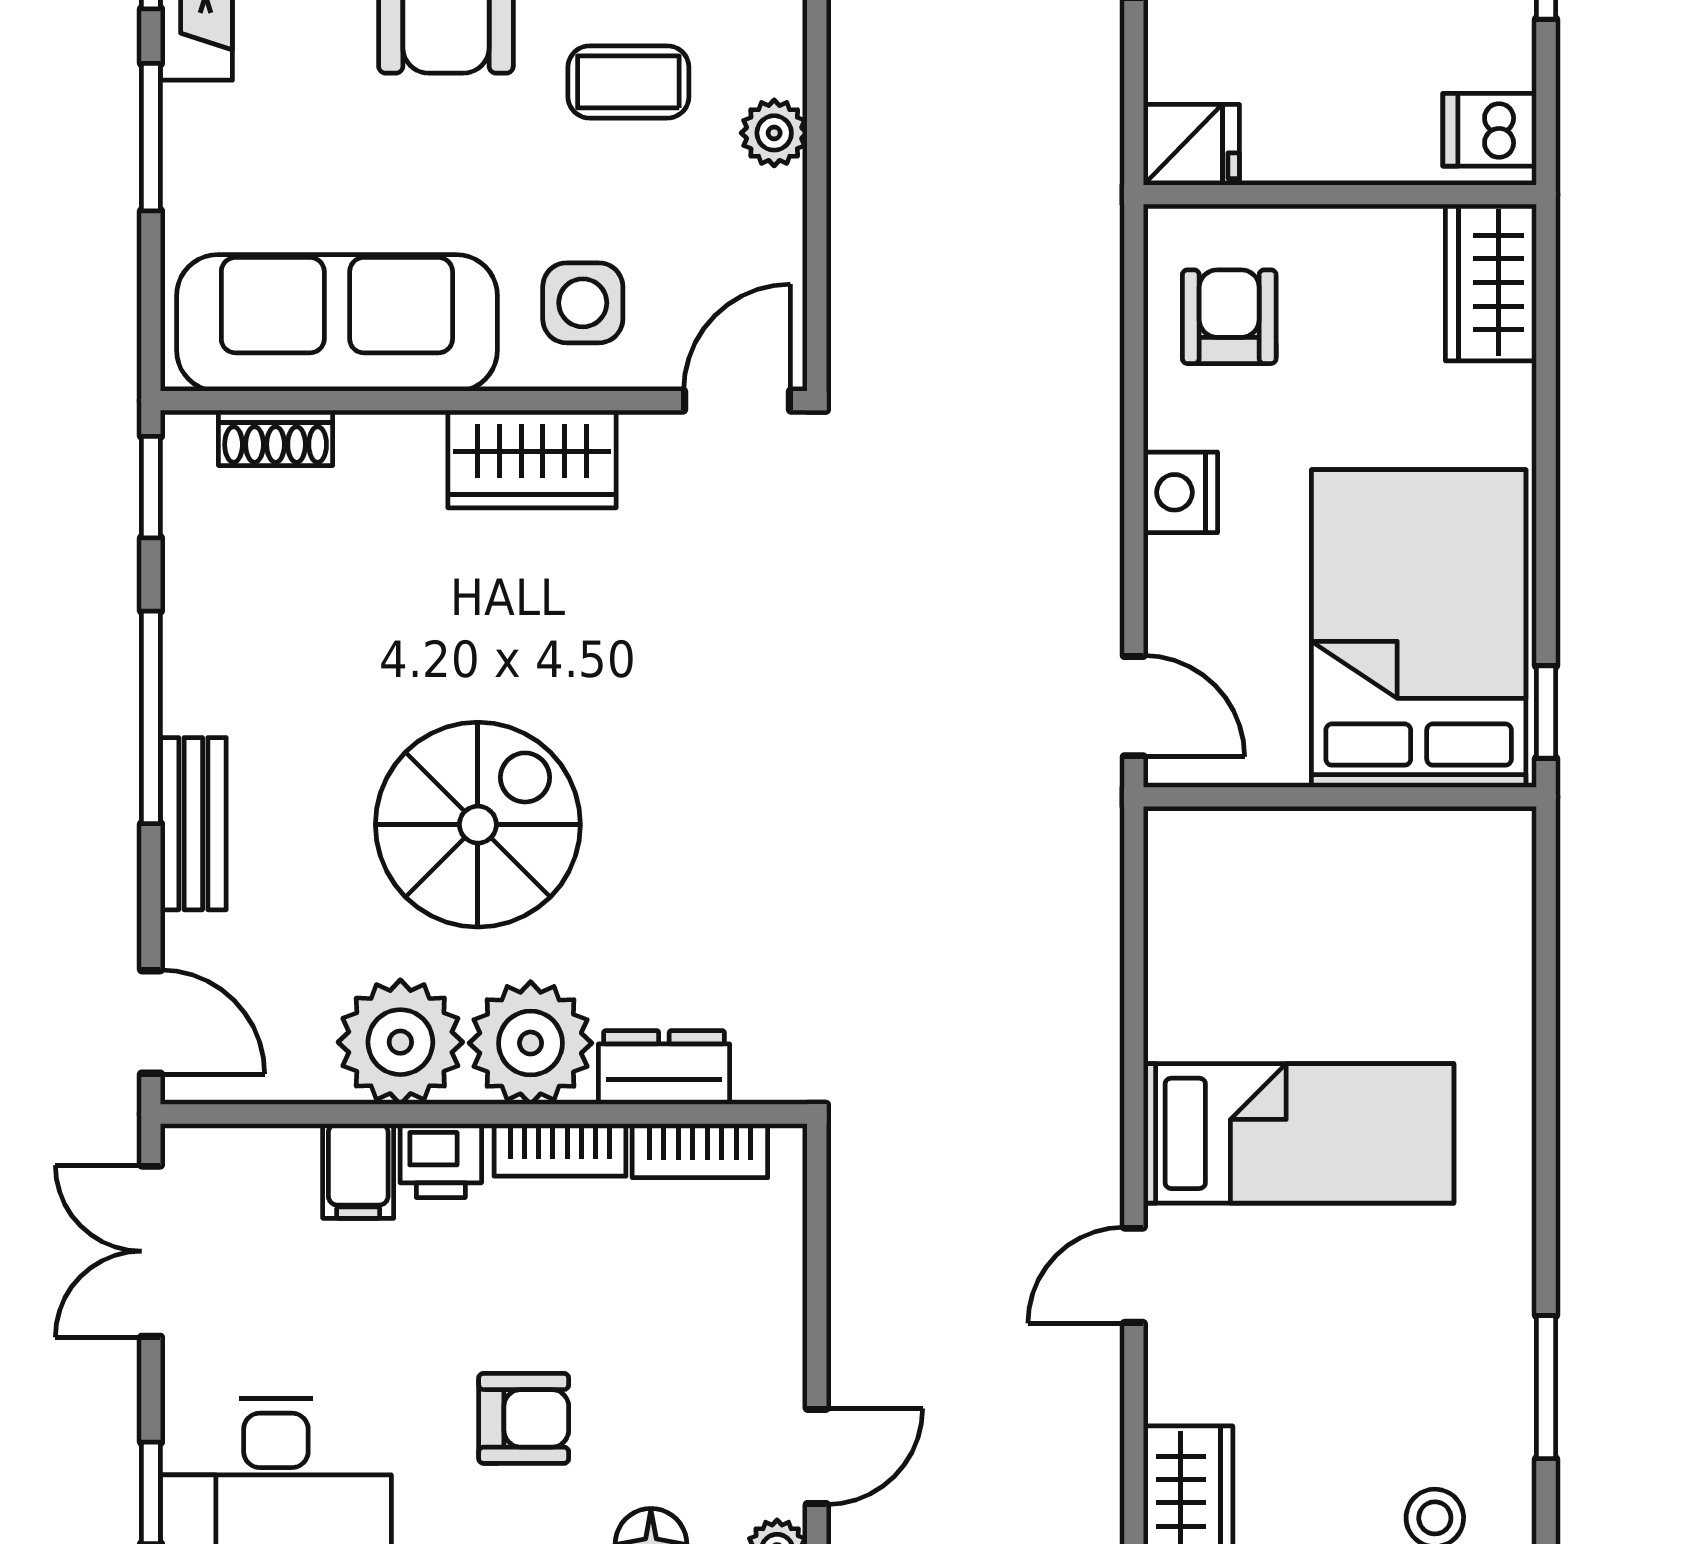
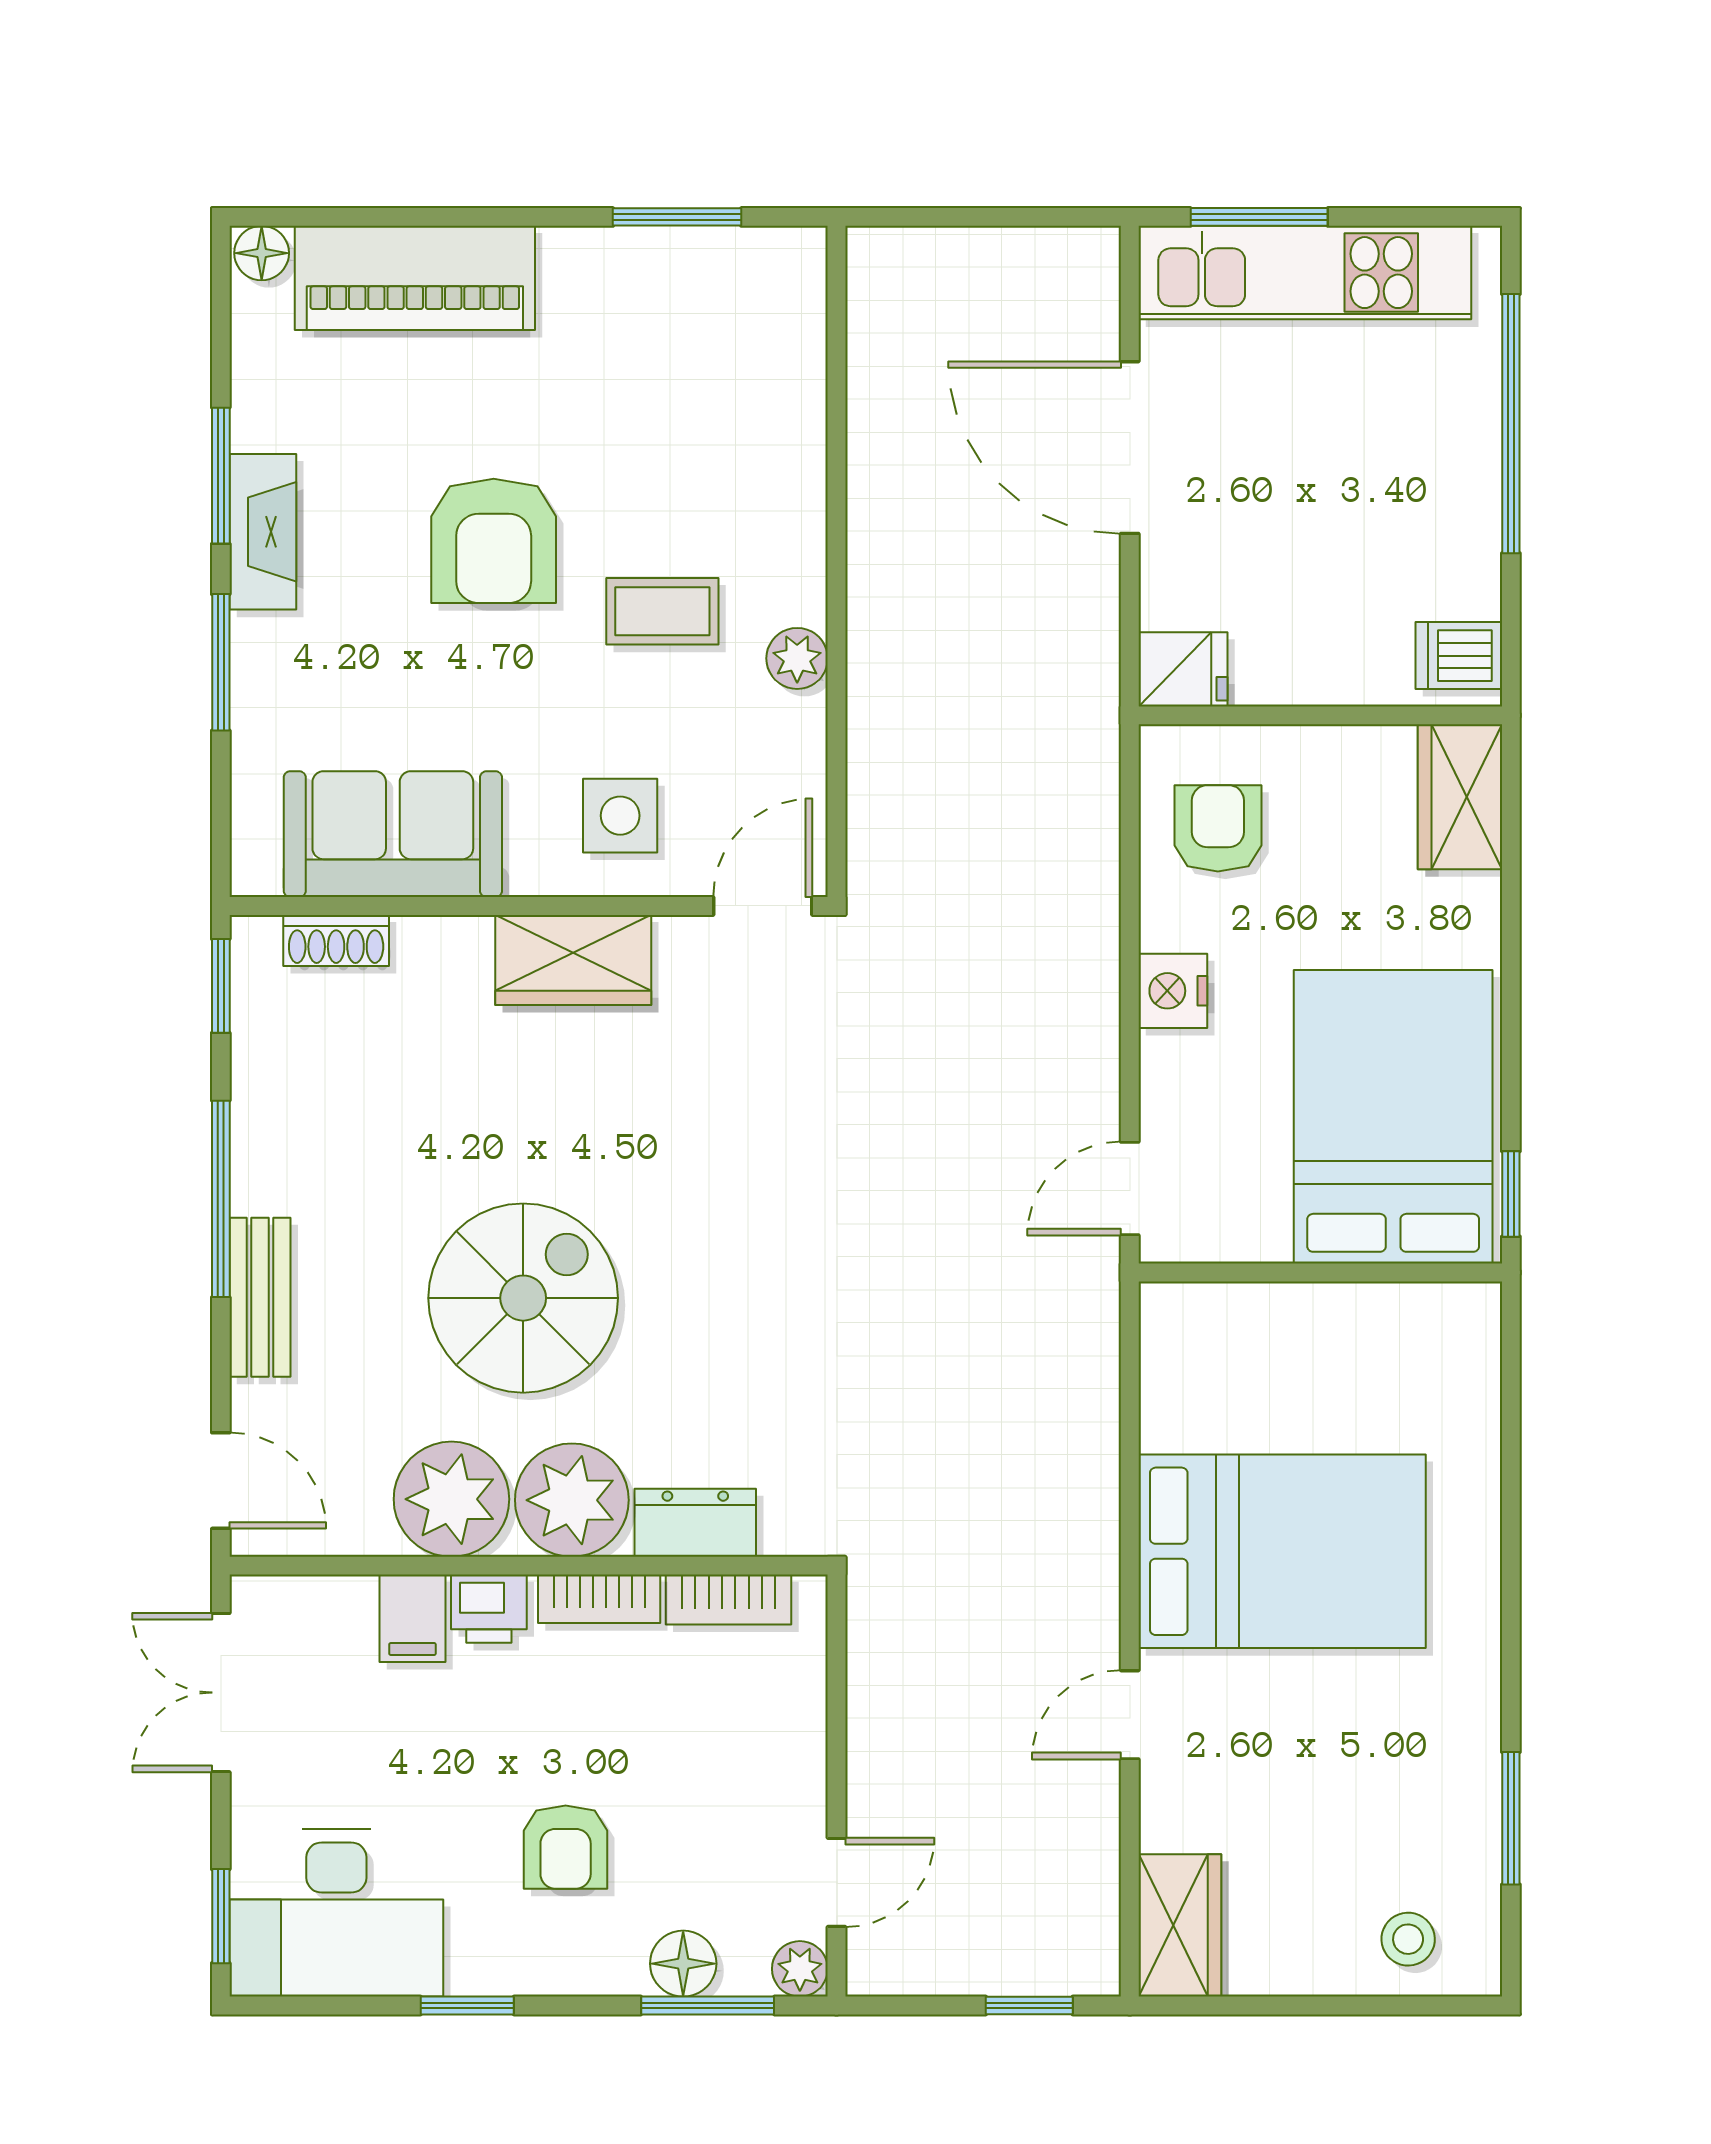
sofa: (337, 323) -> (393, 834), width x0.73
door: (1134, 706) -> (1130, 1189), swing flipped
bed: (1299, 1133) -> (1282, 1551), width x1.50
armchair: (524, 1418) -> (566, 1847), turned 90

